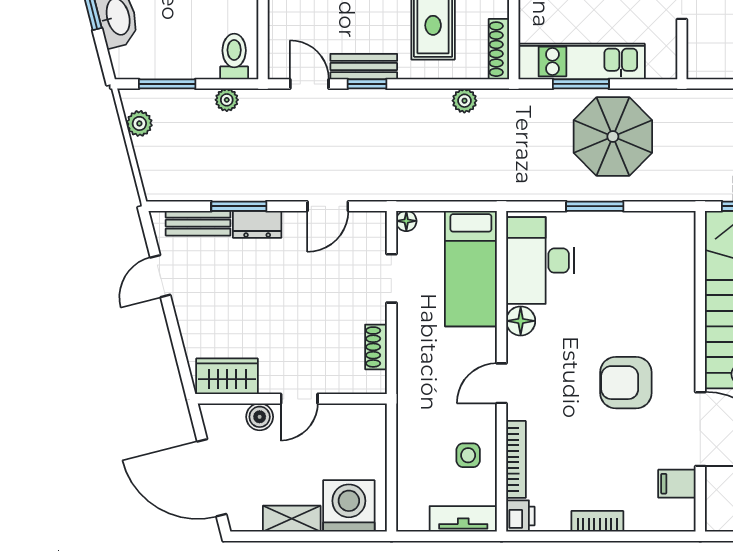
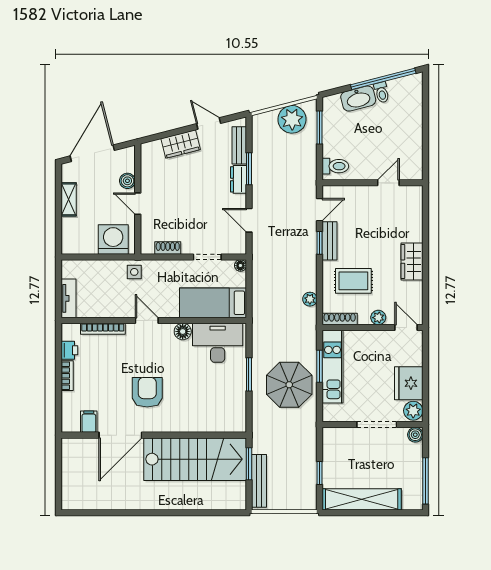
plant: (227, 100) -> (310, 162), removed
plant: (139, 123) -> (292, 119), width x1.88, depth x1.88
wardrobe: (227, 376) -> (181, 144), moved, turned 76
side table: (468, 455) -> (134, 272), moved
washing machine: (349, 506) -> (113, 239), moved, turned -90
printer: (520, 516) -> (69, 350), moved, turned -90

